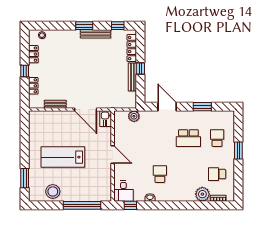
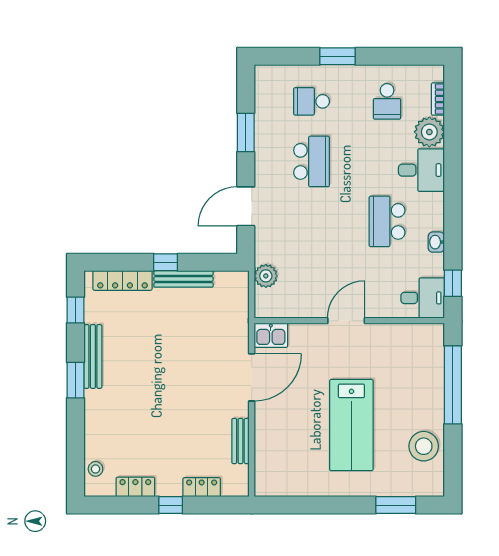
school desk: (160, 174) -> (387, 221), width x1.85
desk: (184, 190) -> (421, 170), added

